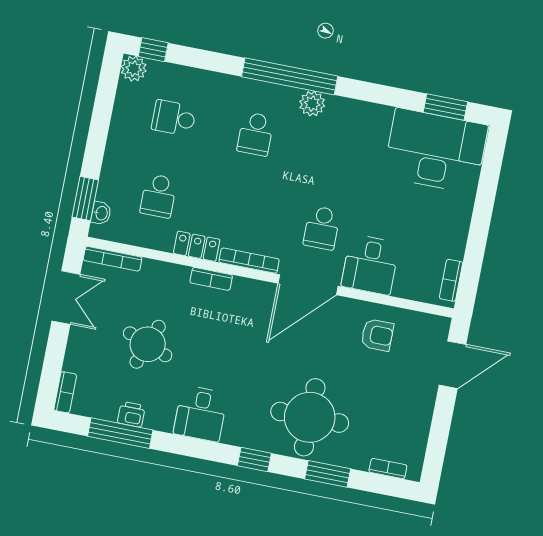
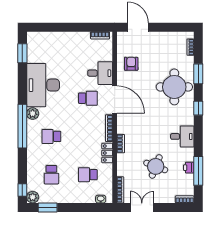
school desk: (255, 134) -> (51, 136), turned 180
desk: (436, 151) -> (43, 85), moved
school desk: (159, 196) -> (88, 175), turned 180
window: (85, 199) -> (48, 207), moved

